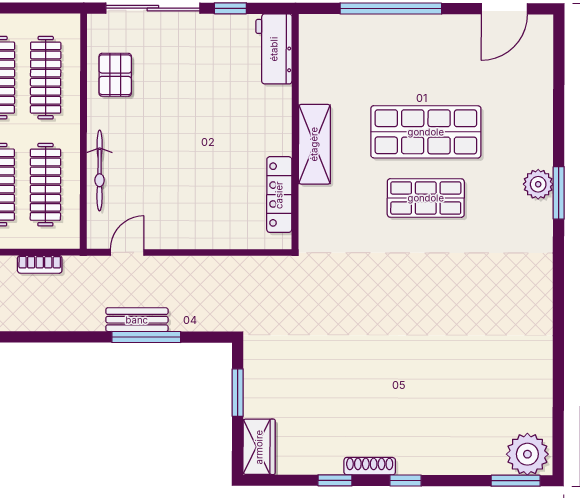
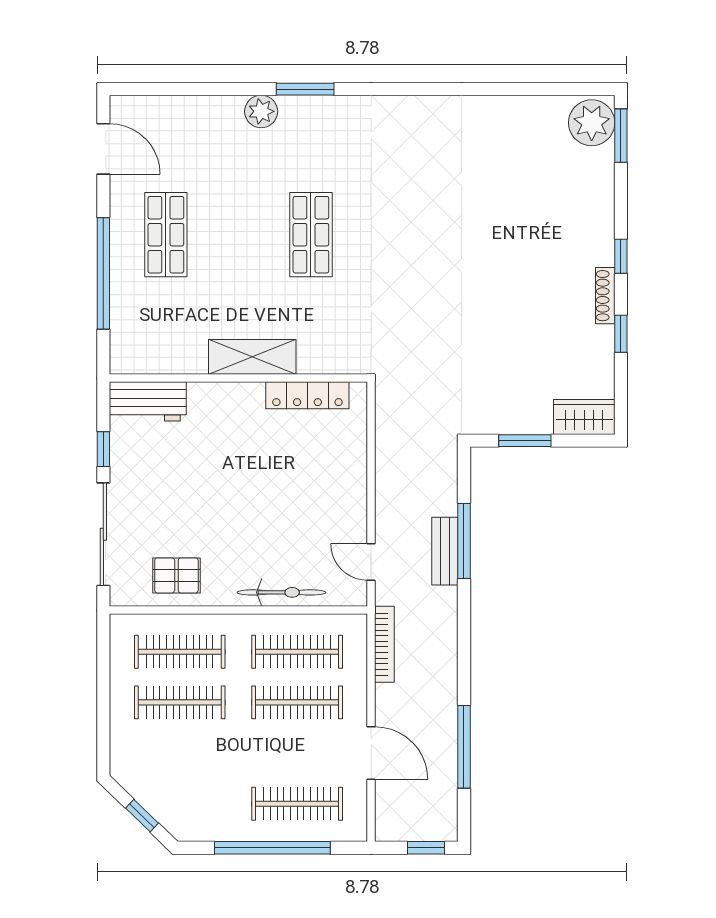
shop shelf: (426, 132) -> (166, 235), moved, width x0.70, depth x0.74
plant: (538, 184) -> (261, 111), moved
bookcase: (40, 264) -> (384, 644), width x1.56

